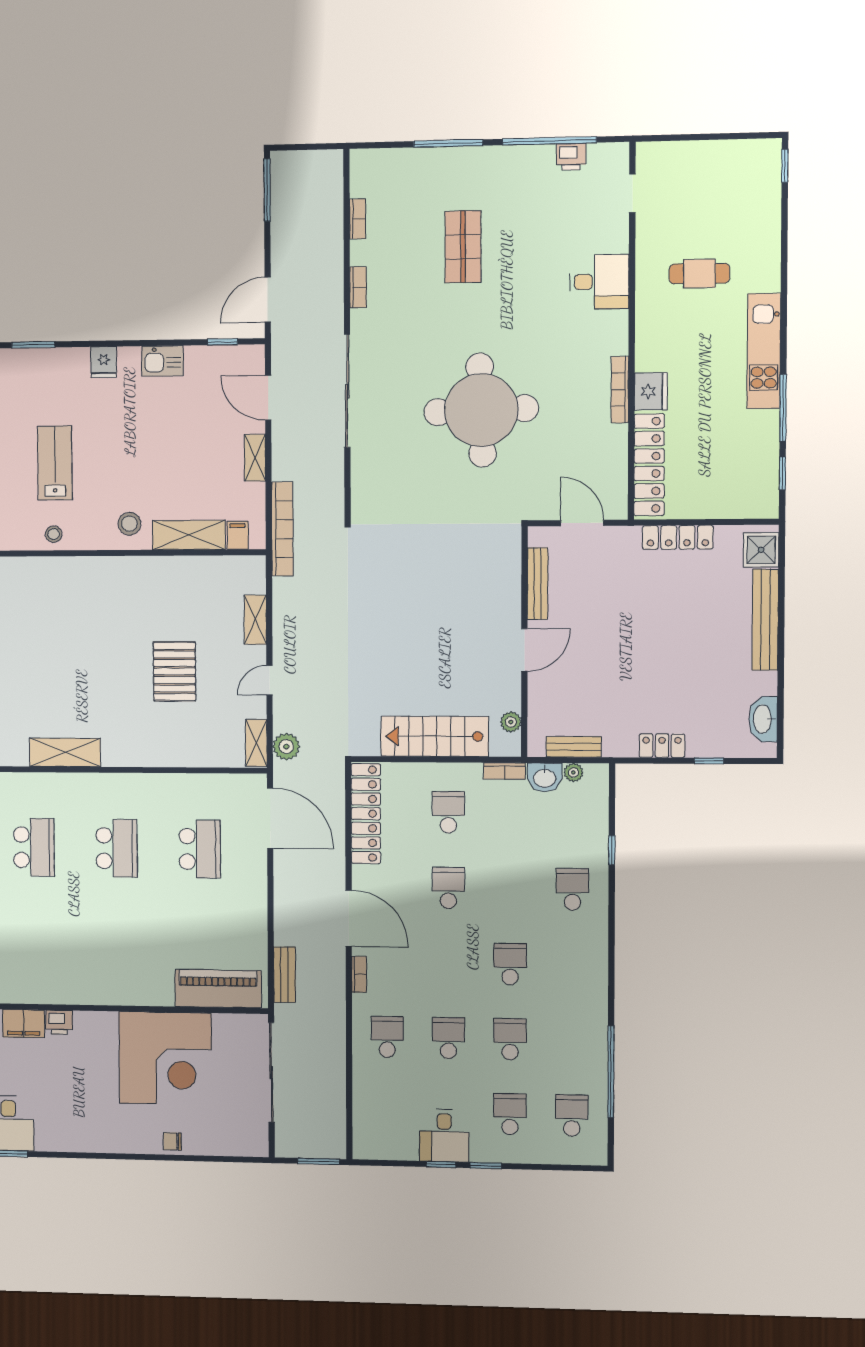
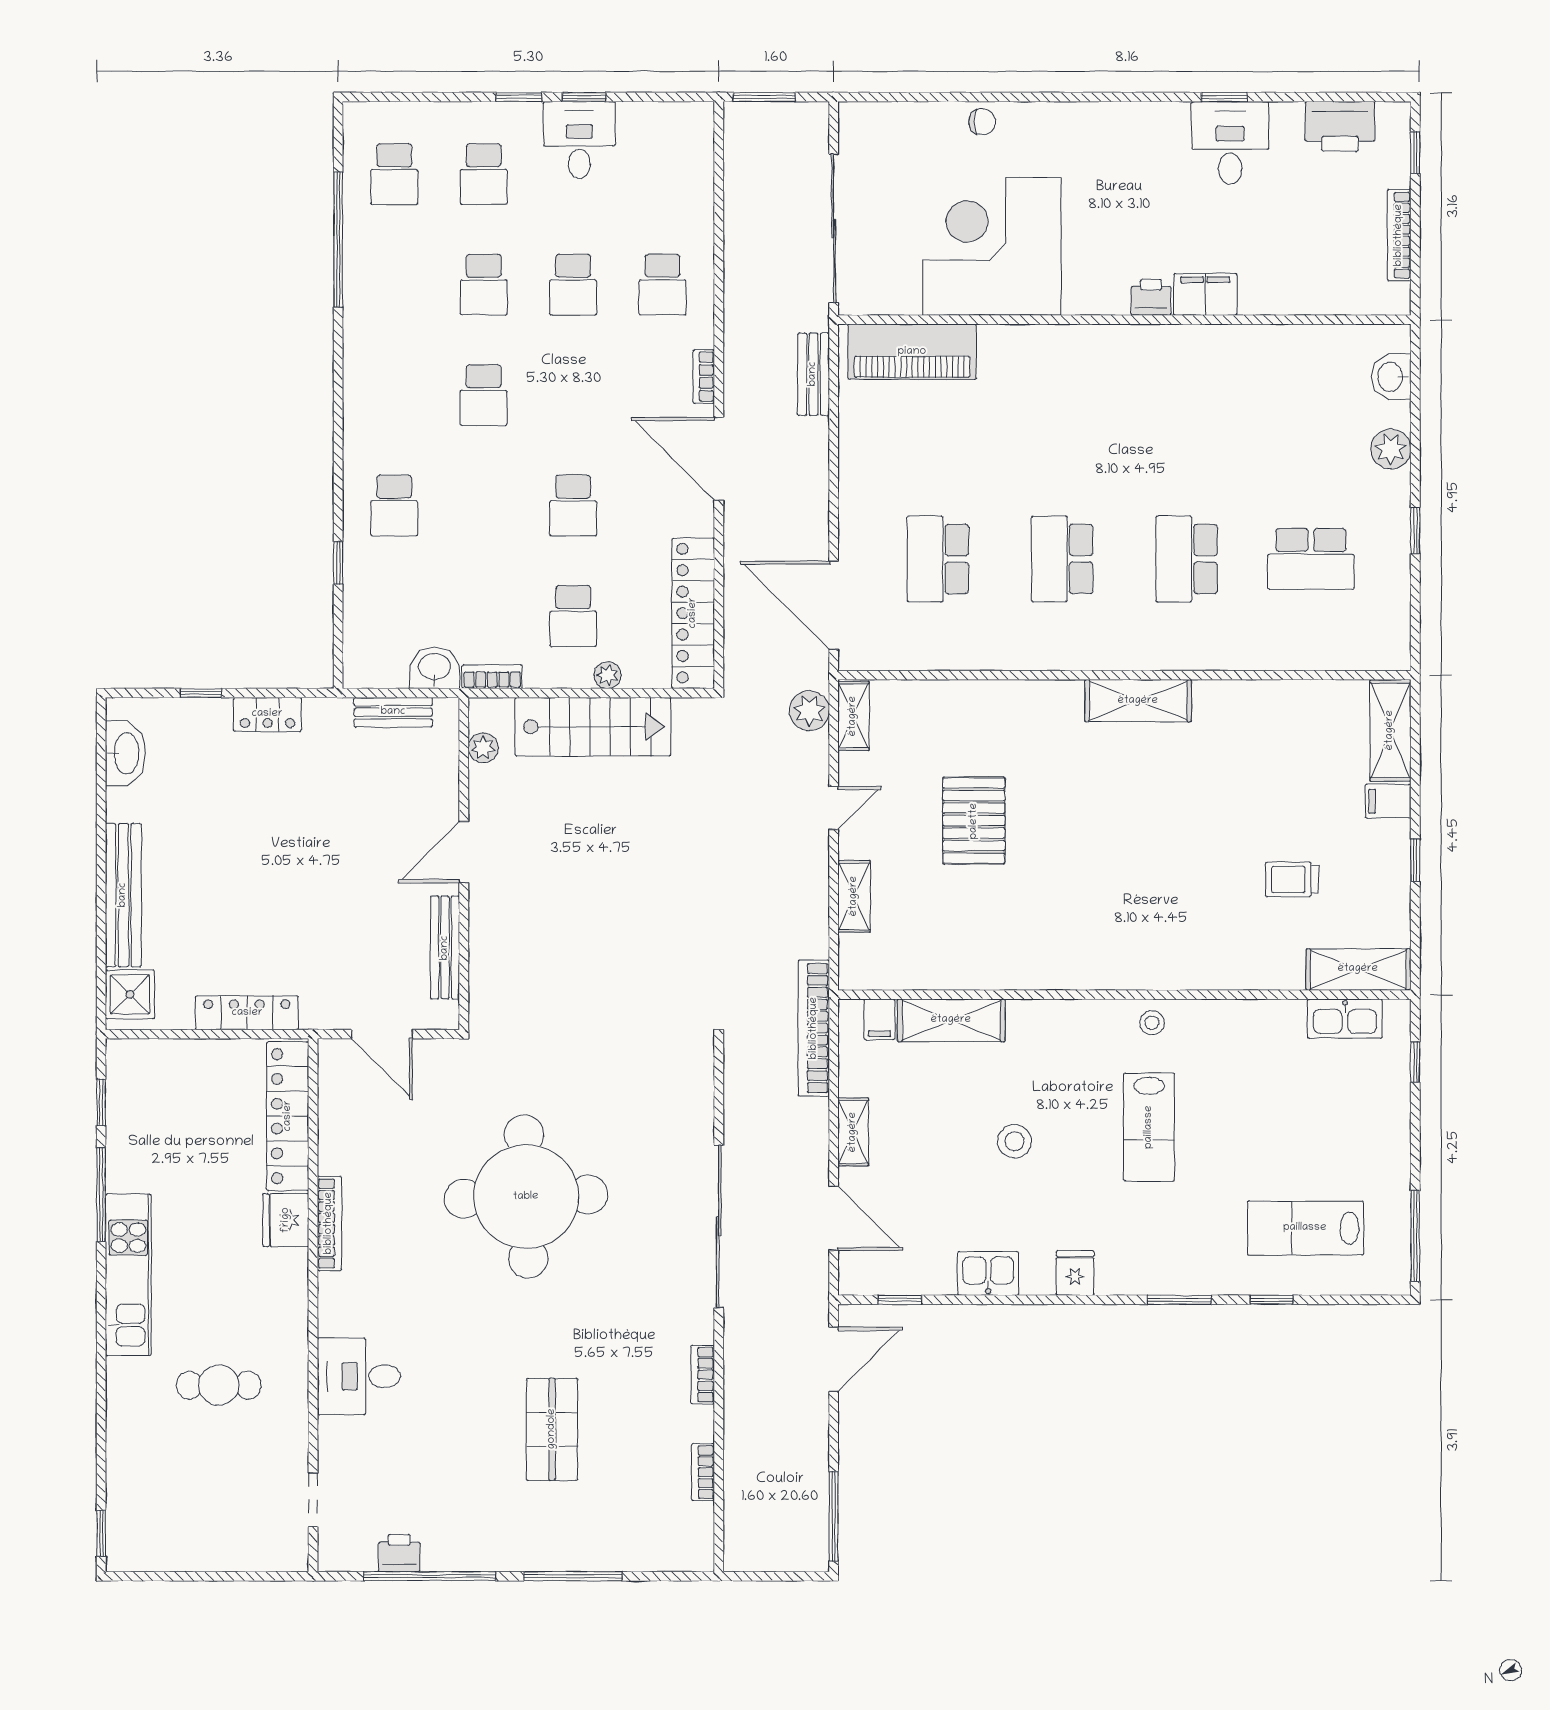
stool: (129, 524) -> (1015, 1141), moved
plant: (573, 772) -> (607, 675), moved

